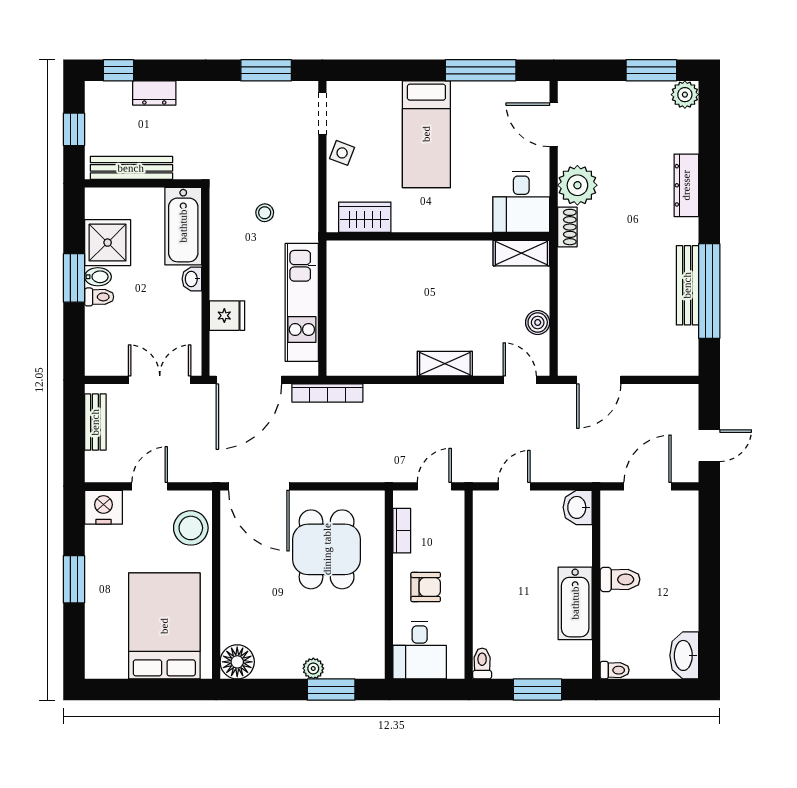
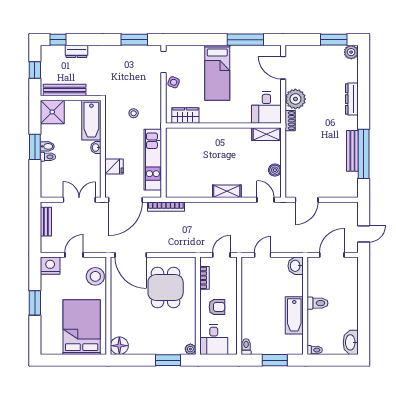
shower: (108, 243) -> (52, 112), moved
plant: (313, 668) -> (190, 349), moved

